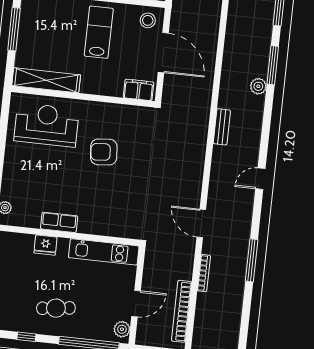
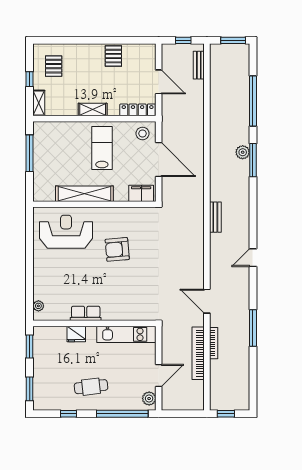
shelving: (46, 80) -> (84, 194), moved
plant: (258, 86) -> (243, 152), moved
bookcase: (182, 311) -> (198, 353), moved

